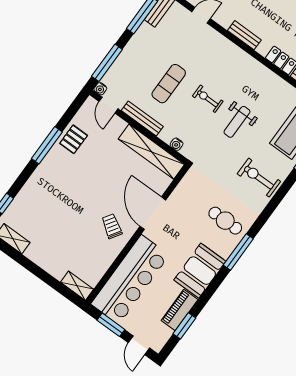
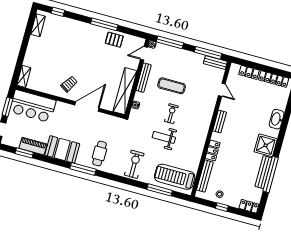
bar counter: (130, 280) -> (33, 106), width x0.73

